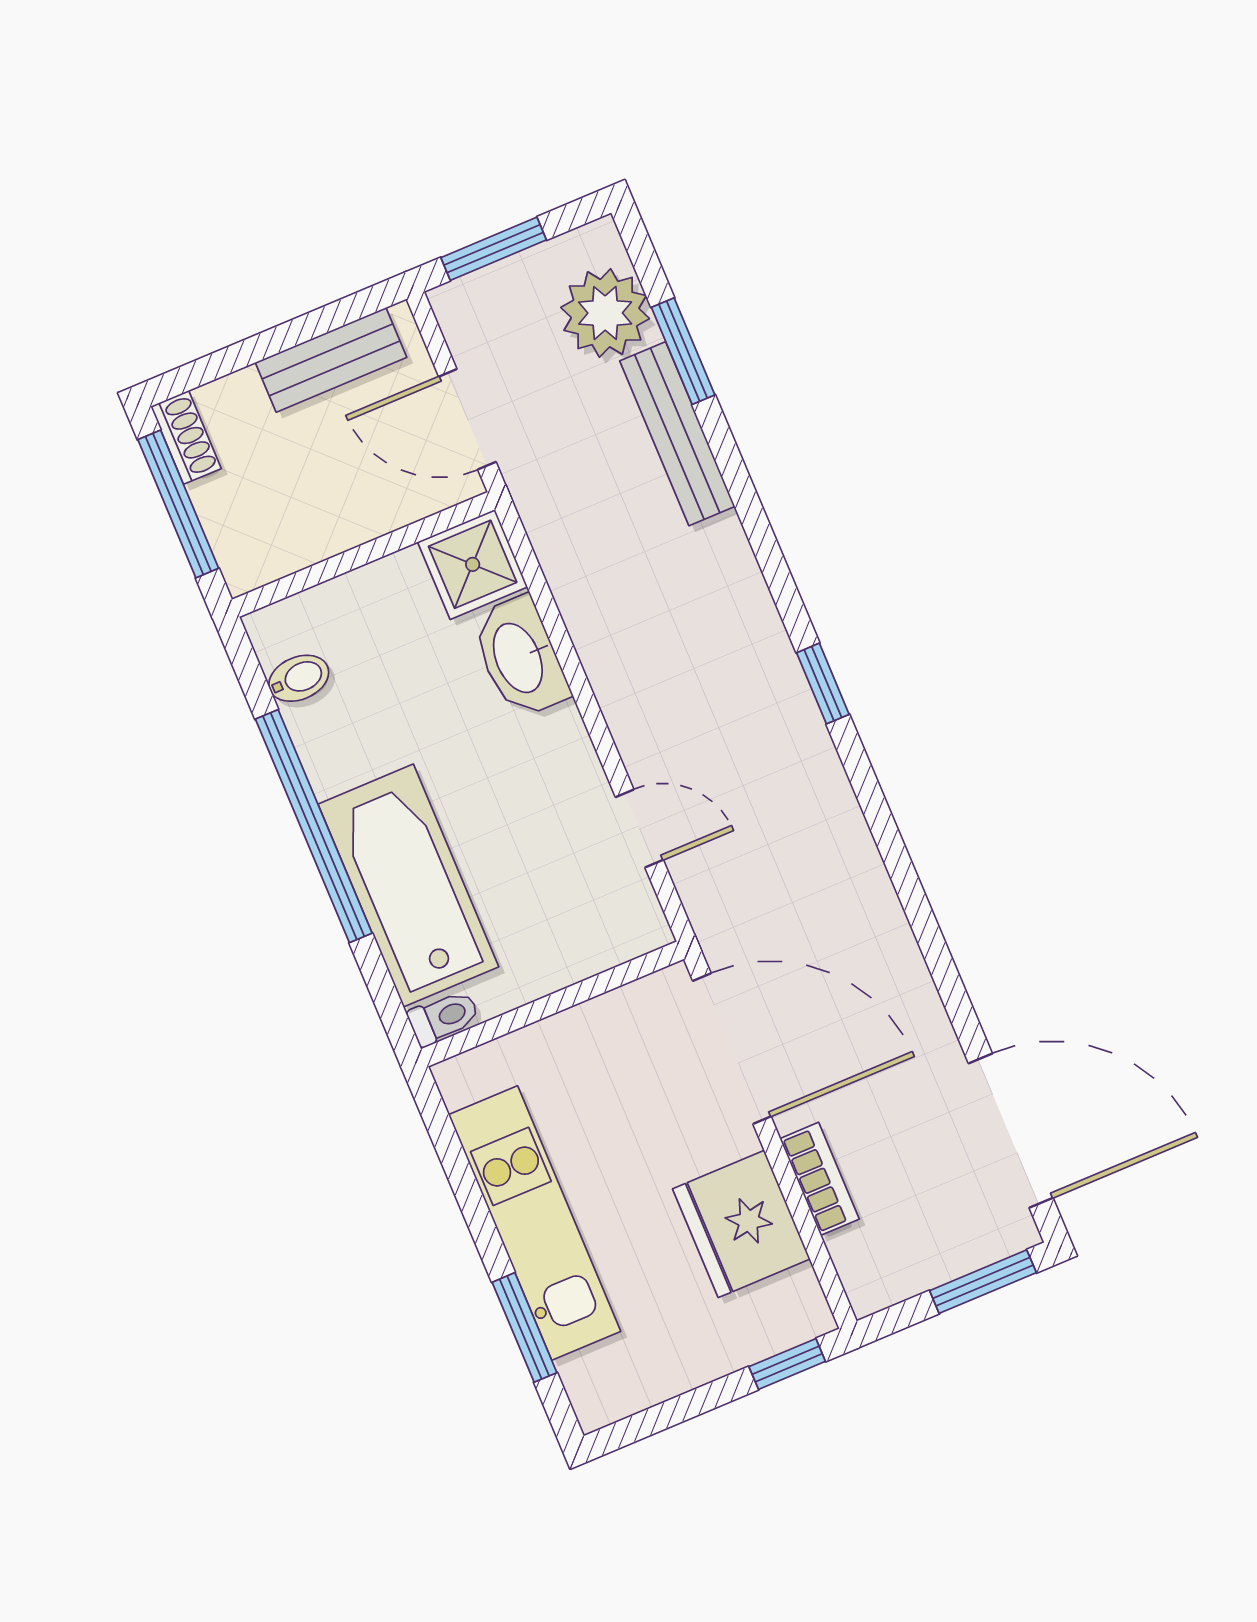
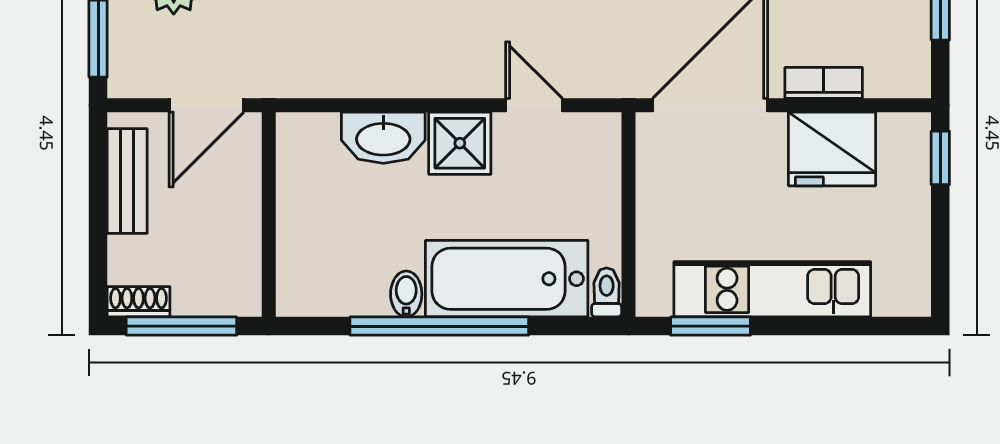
shower: (473, 564) -> (460, 143), moved
bidet: (299, 678) -> (406, 294), moved
door: (639, 828) -> (534, 105), hinge flipped
window: (524, 1327) -> (711, 326), moved

